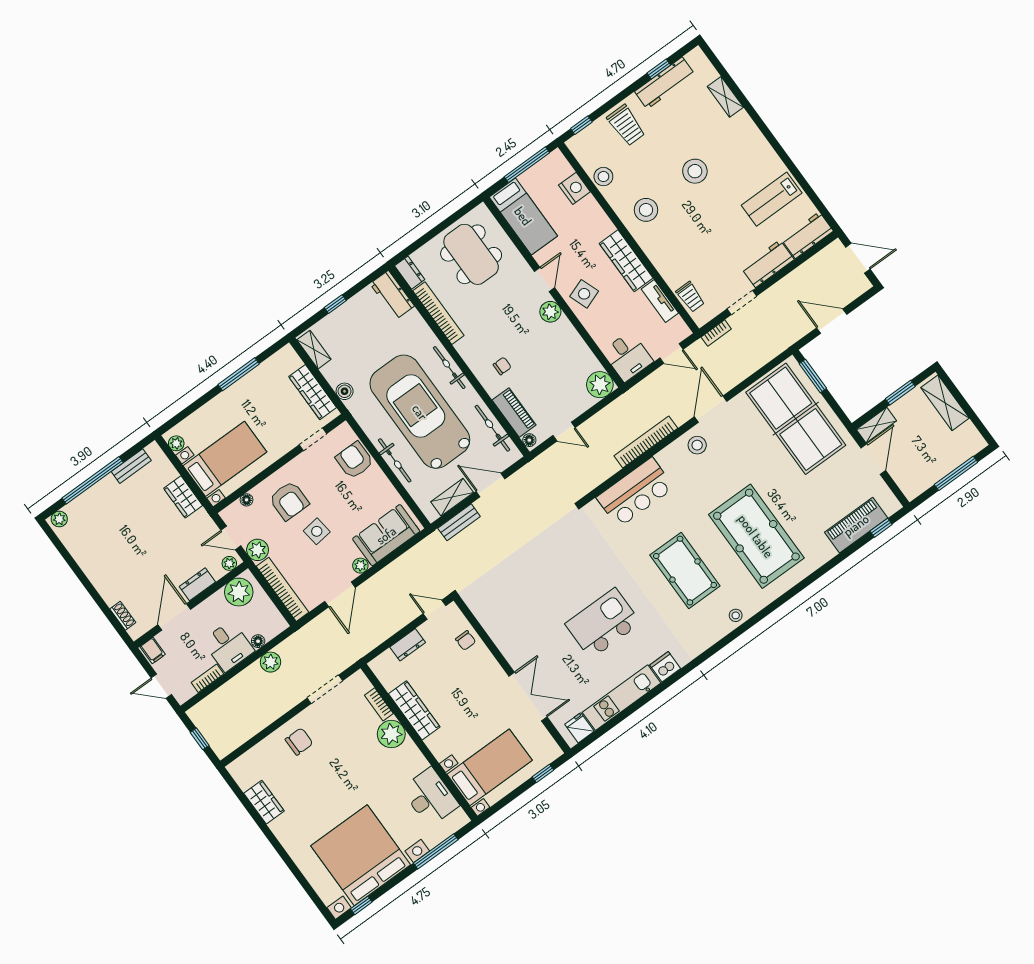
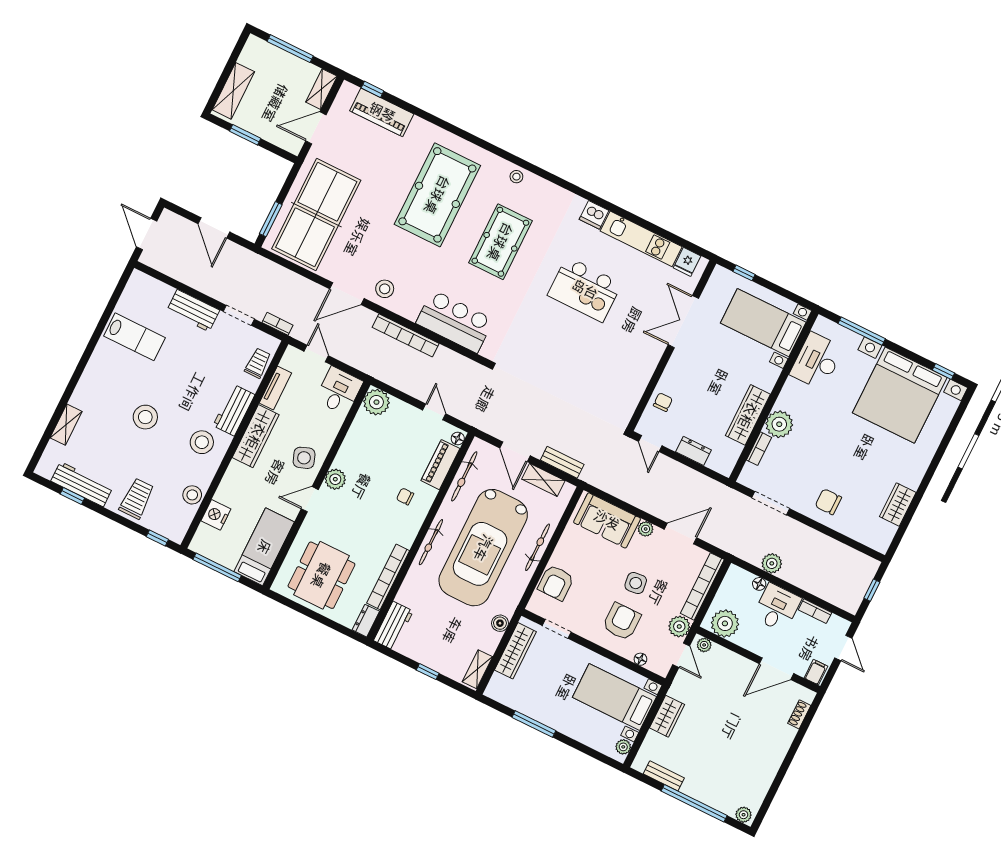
workbench: (807, 235) -> (234, 410), moved, turned 90
shelving: (876, 425) -> (321, 89), moved, turned 90
dresser: (197, 584) -> (737, 663), removed

